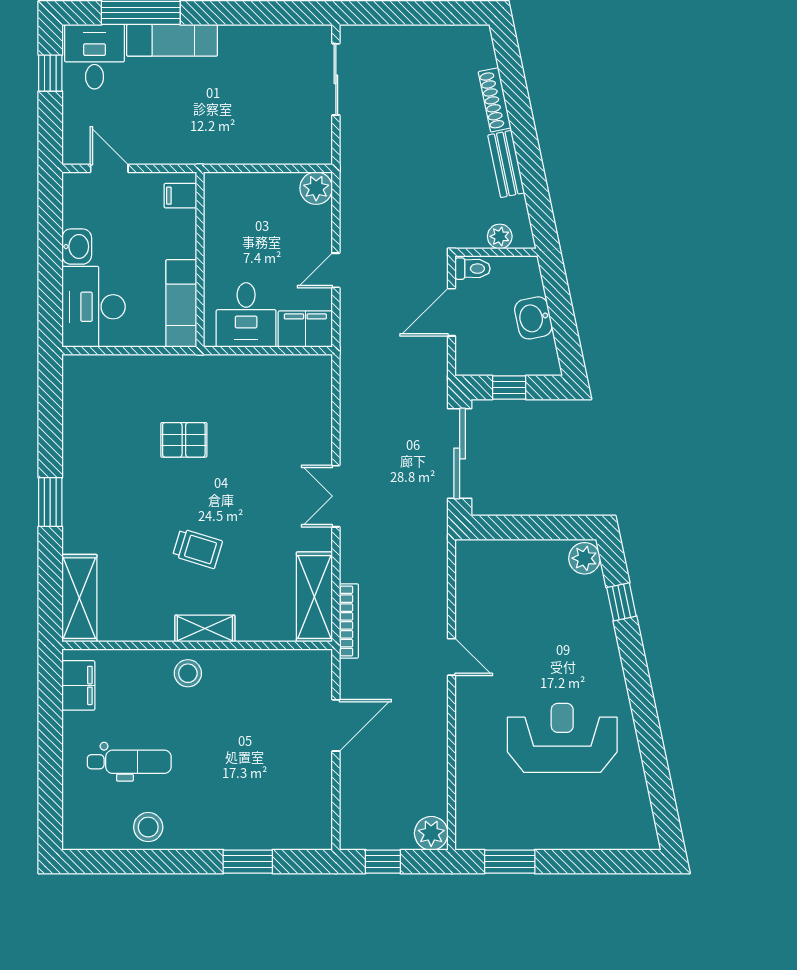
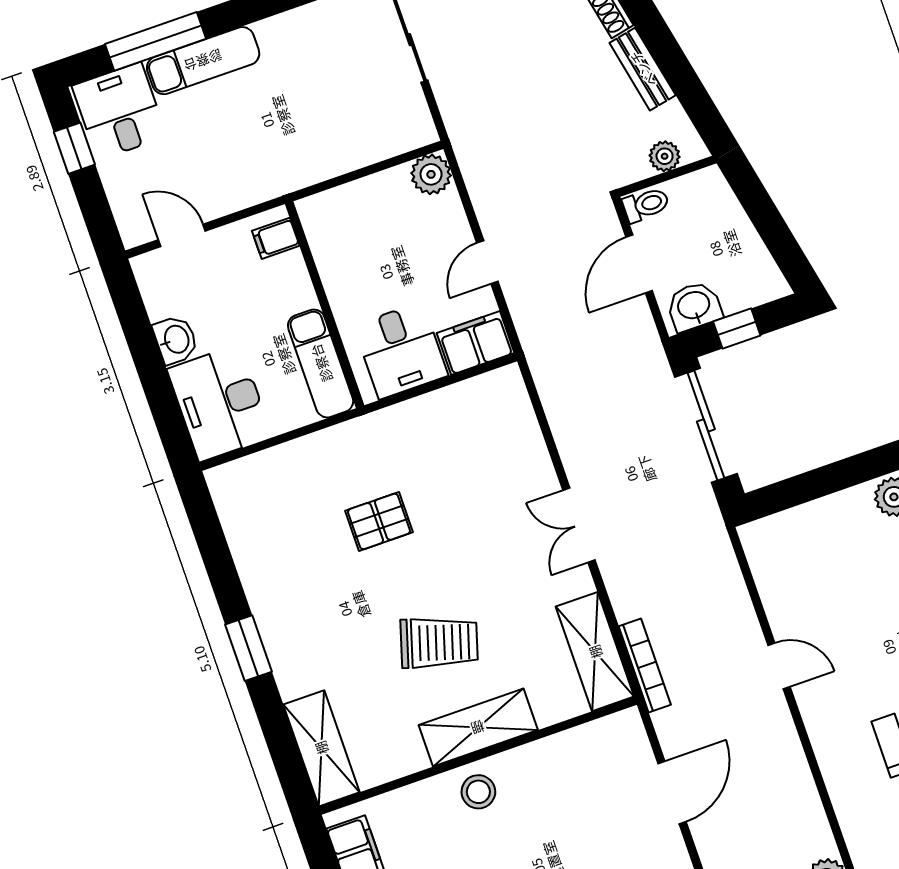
washbasin: (533, 318) -> (694, 306), moved, turned 102
trolley: (198, 549) -> (439, 643), width x1.36, depth x1.39
shelving: (205, 628) -> (478, 728), width x1.50, depth x1.33

